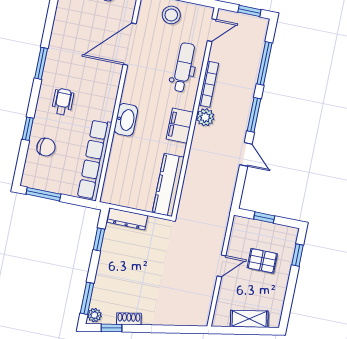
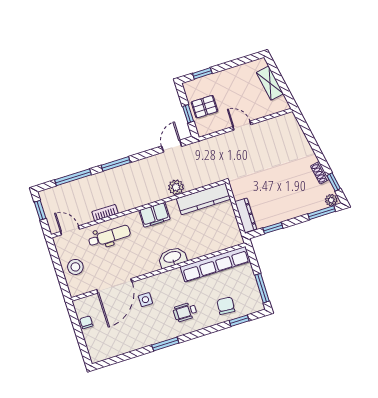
door: (130, 44) -> (114, 286), hinge flipped
dental chair: (184, 67) -> (109, 236), turned 180
side table: (98, 68) -> (145, 300), added
bookcase: (209, 84) -> (105, 213), width x0.64
plant: (205, 117) -> (176, 187), moved
window: (28, 129) -> (239, 321), moved
door: (246, 154) -> (172, 146), moved
pallet: (262, 261) -> (204, 107), moved, turned 90

